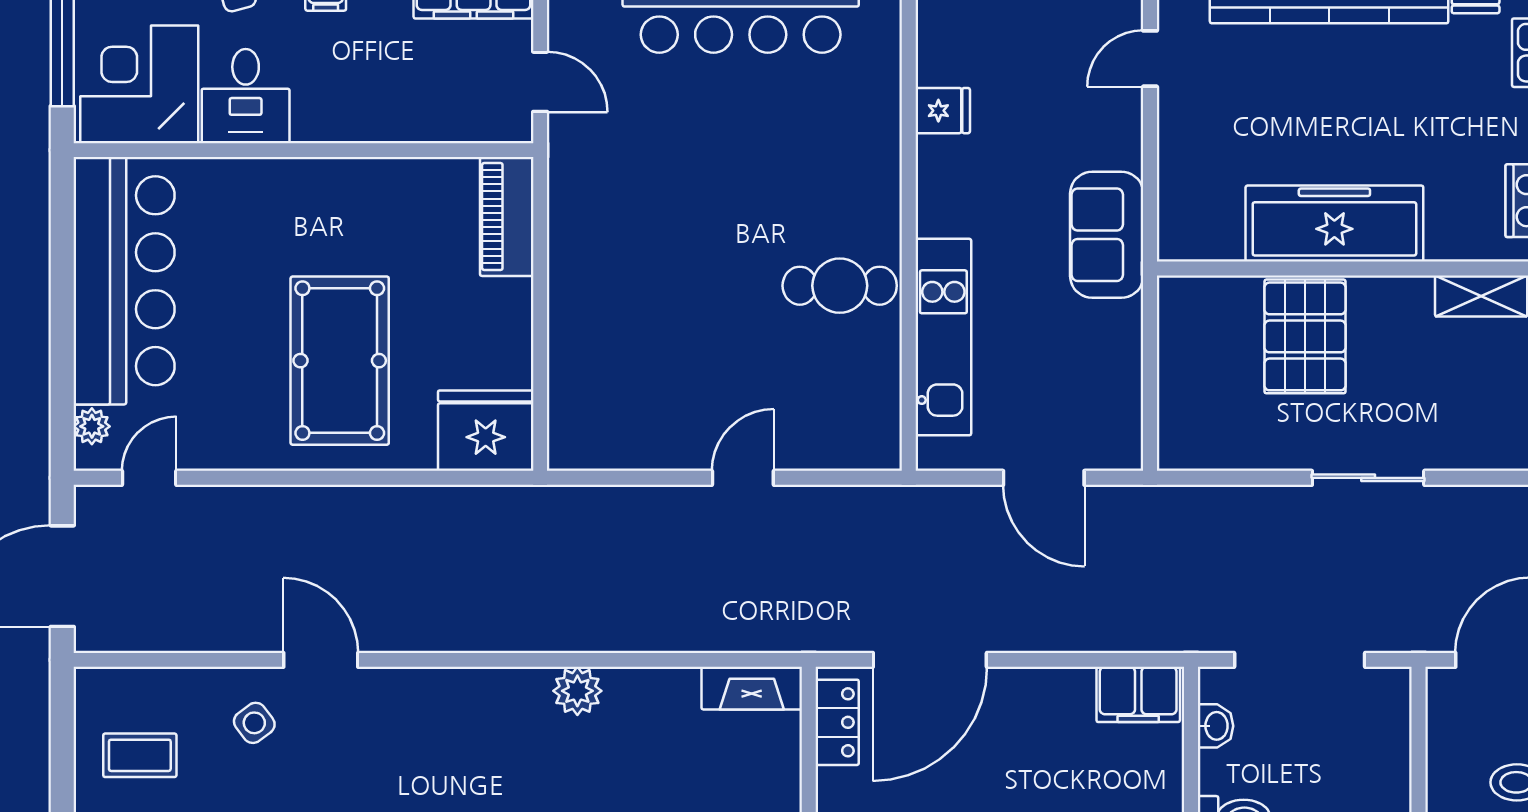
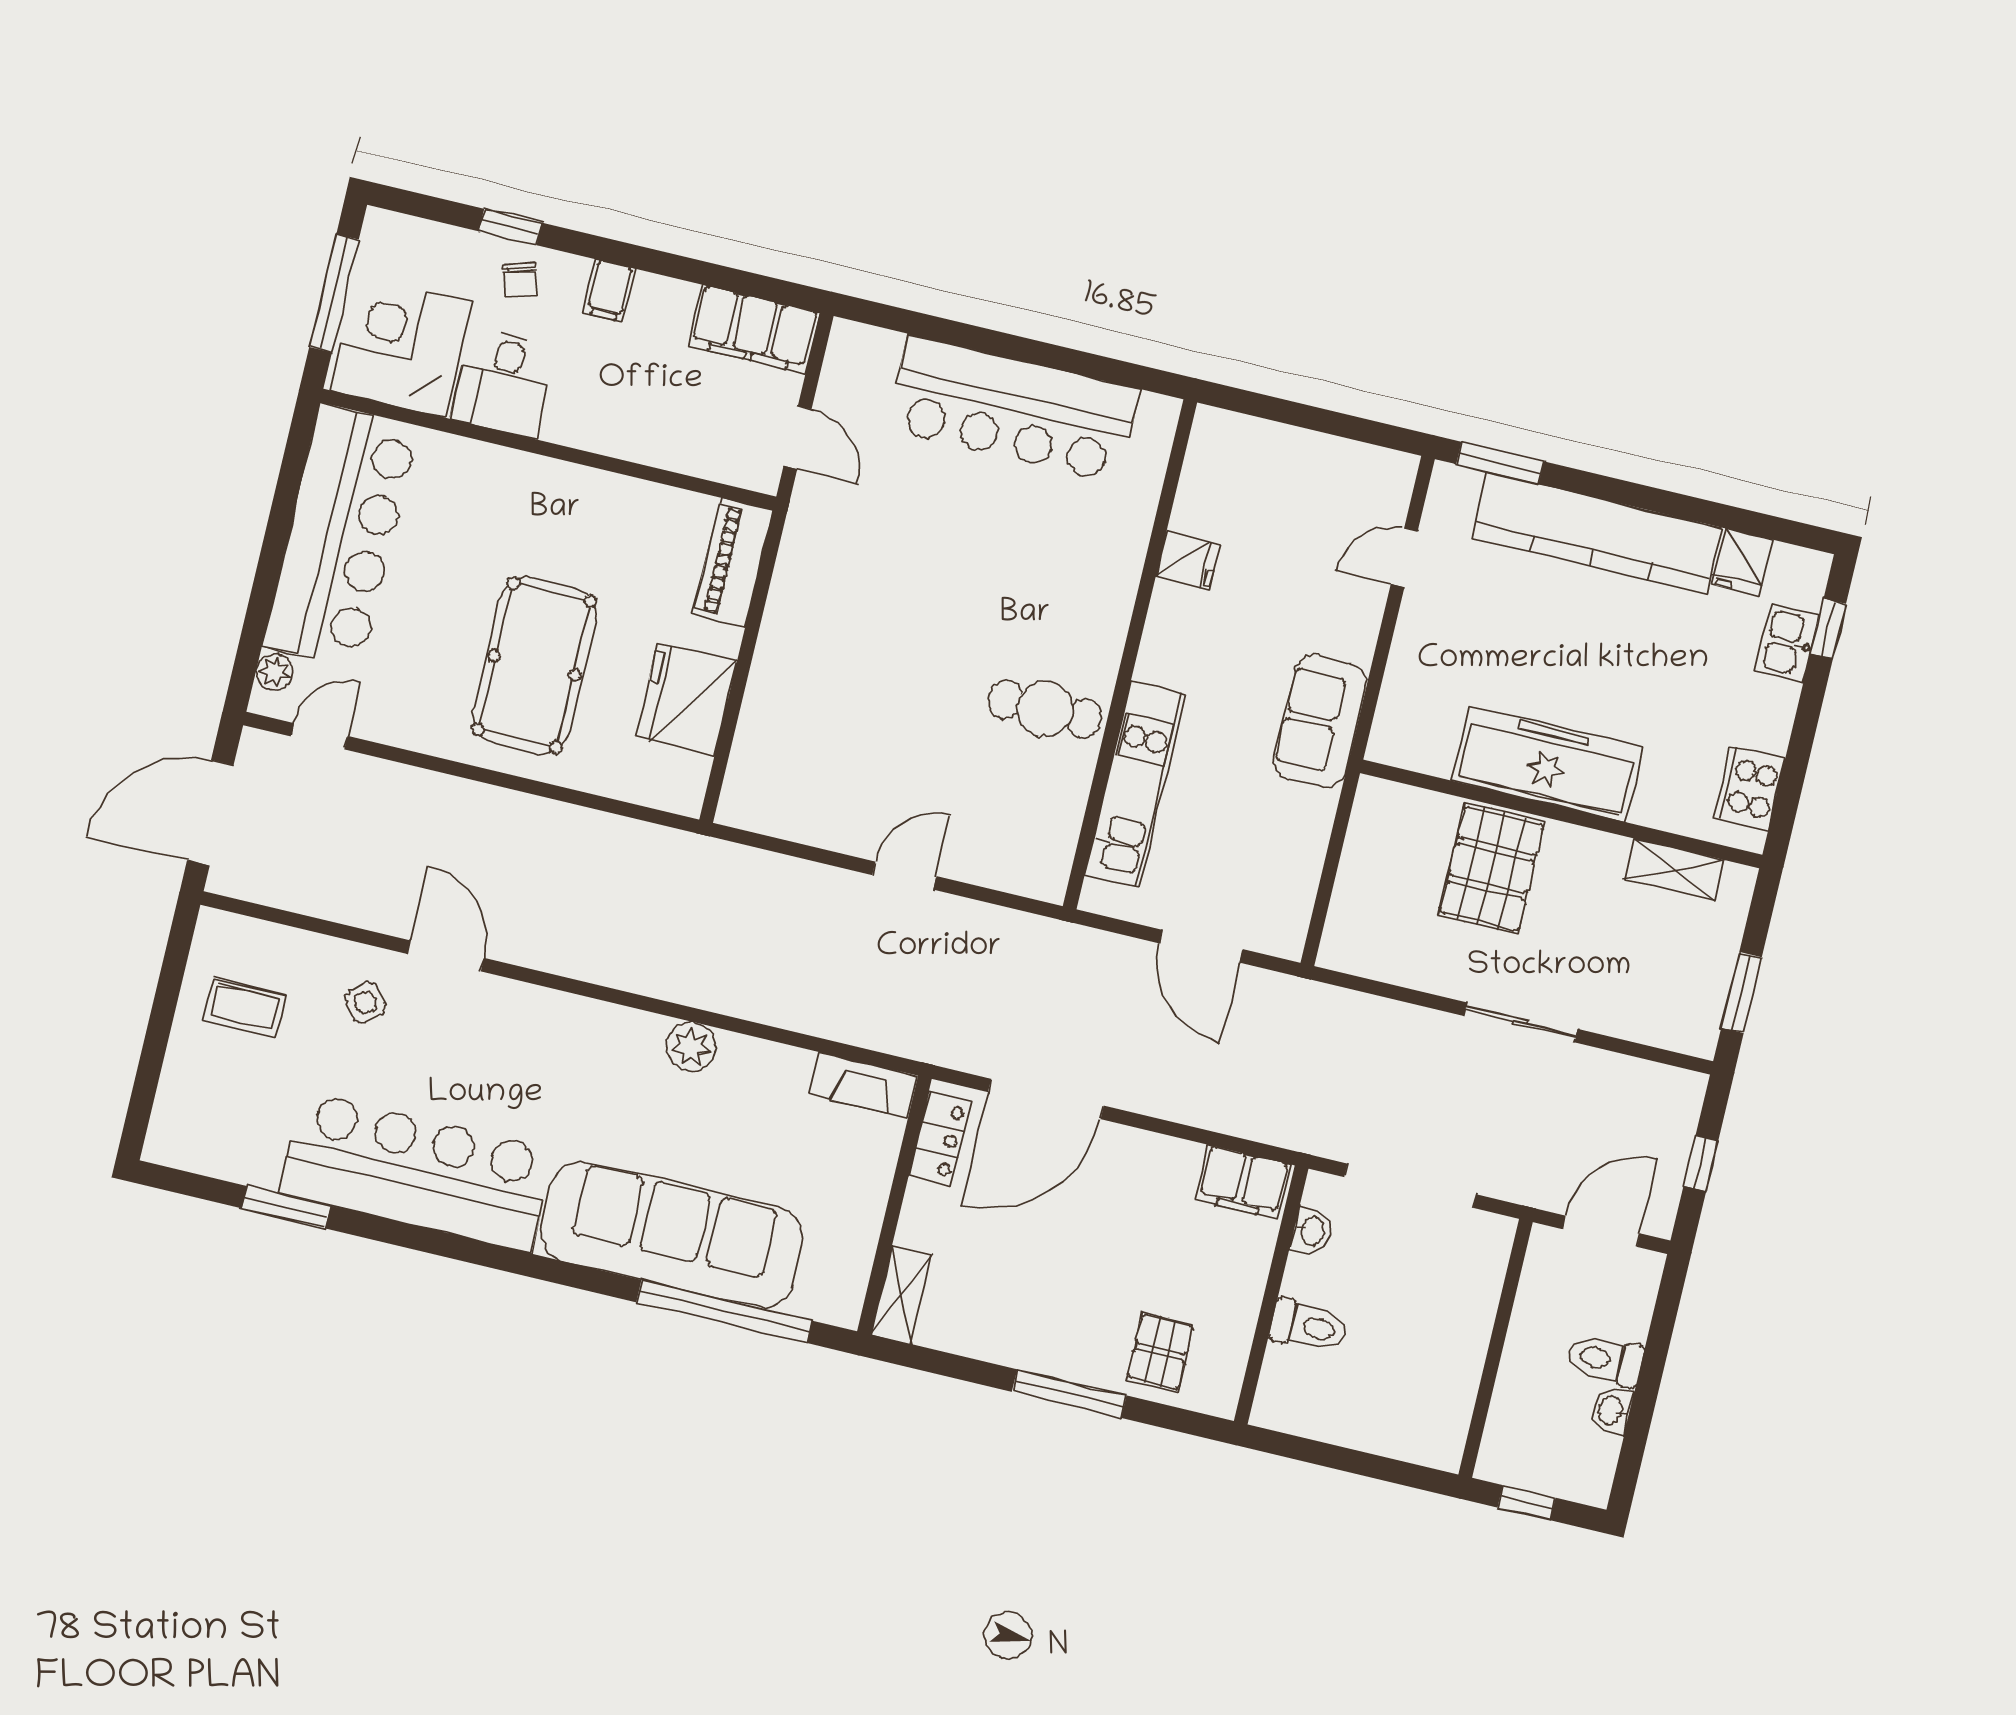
fridge: (486, 431) -> (686, 699), moved, turned -90

